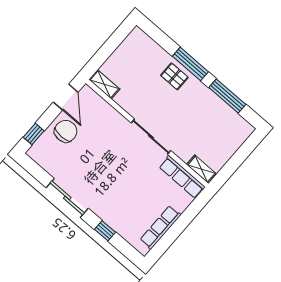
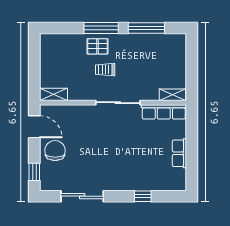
trolley: (164, 101) -> (105, 70), added
sliding door: (67, 198) -> (82, 196), moved
row of seats: (160, 227) -> (179, 153), width x0.68

